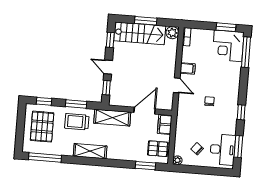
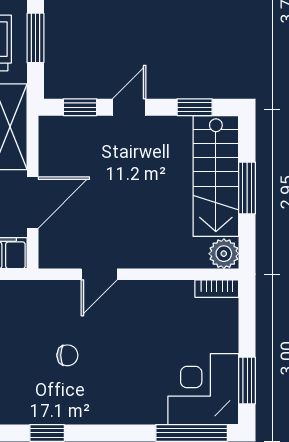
filing cabinet: (188, 68) -> (141, 297), removed
door: (145, 111) -> (33, 203), hinge flipped

